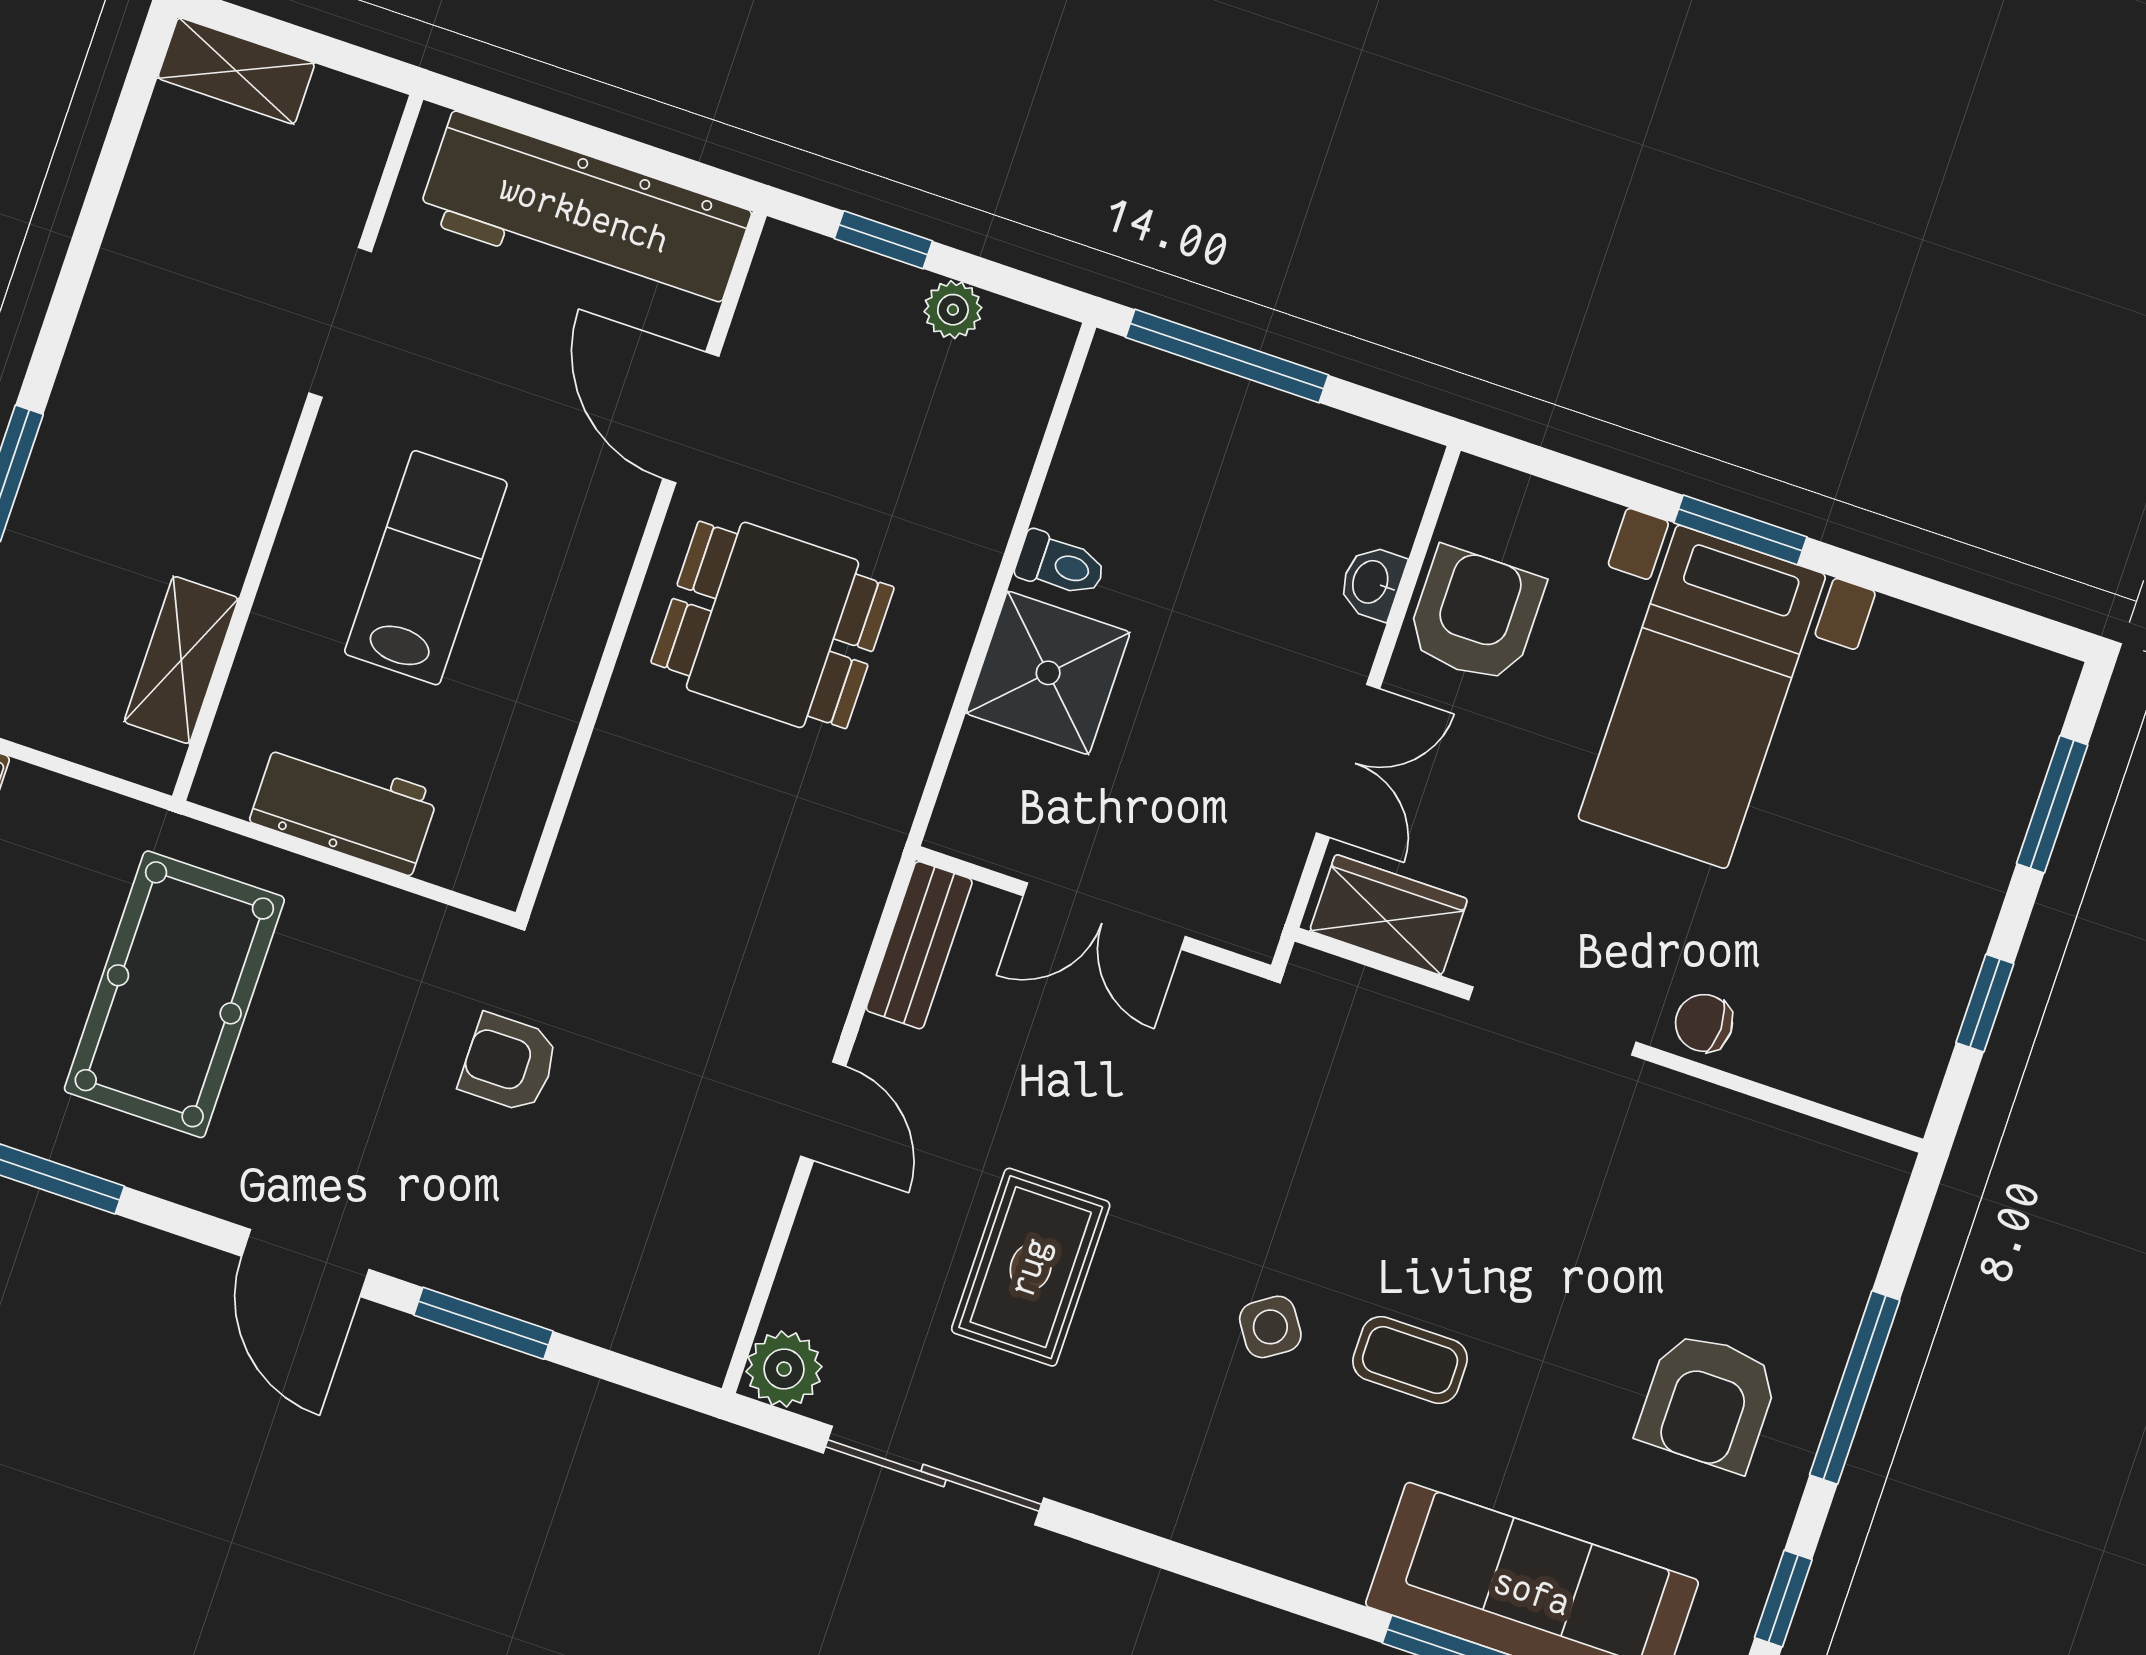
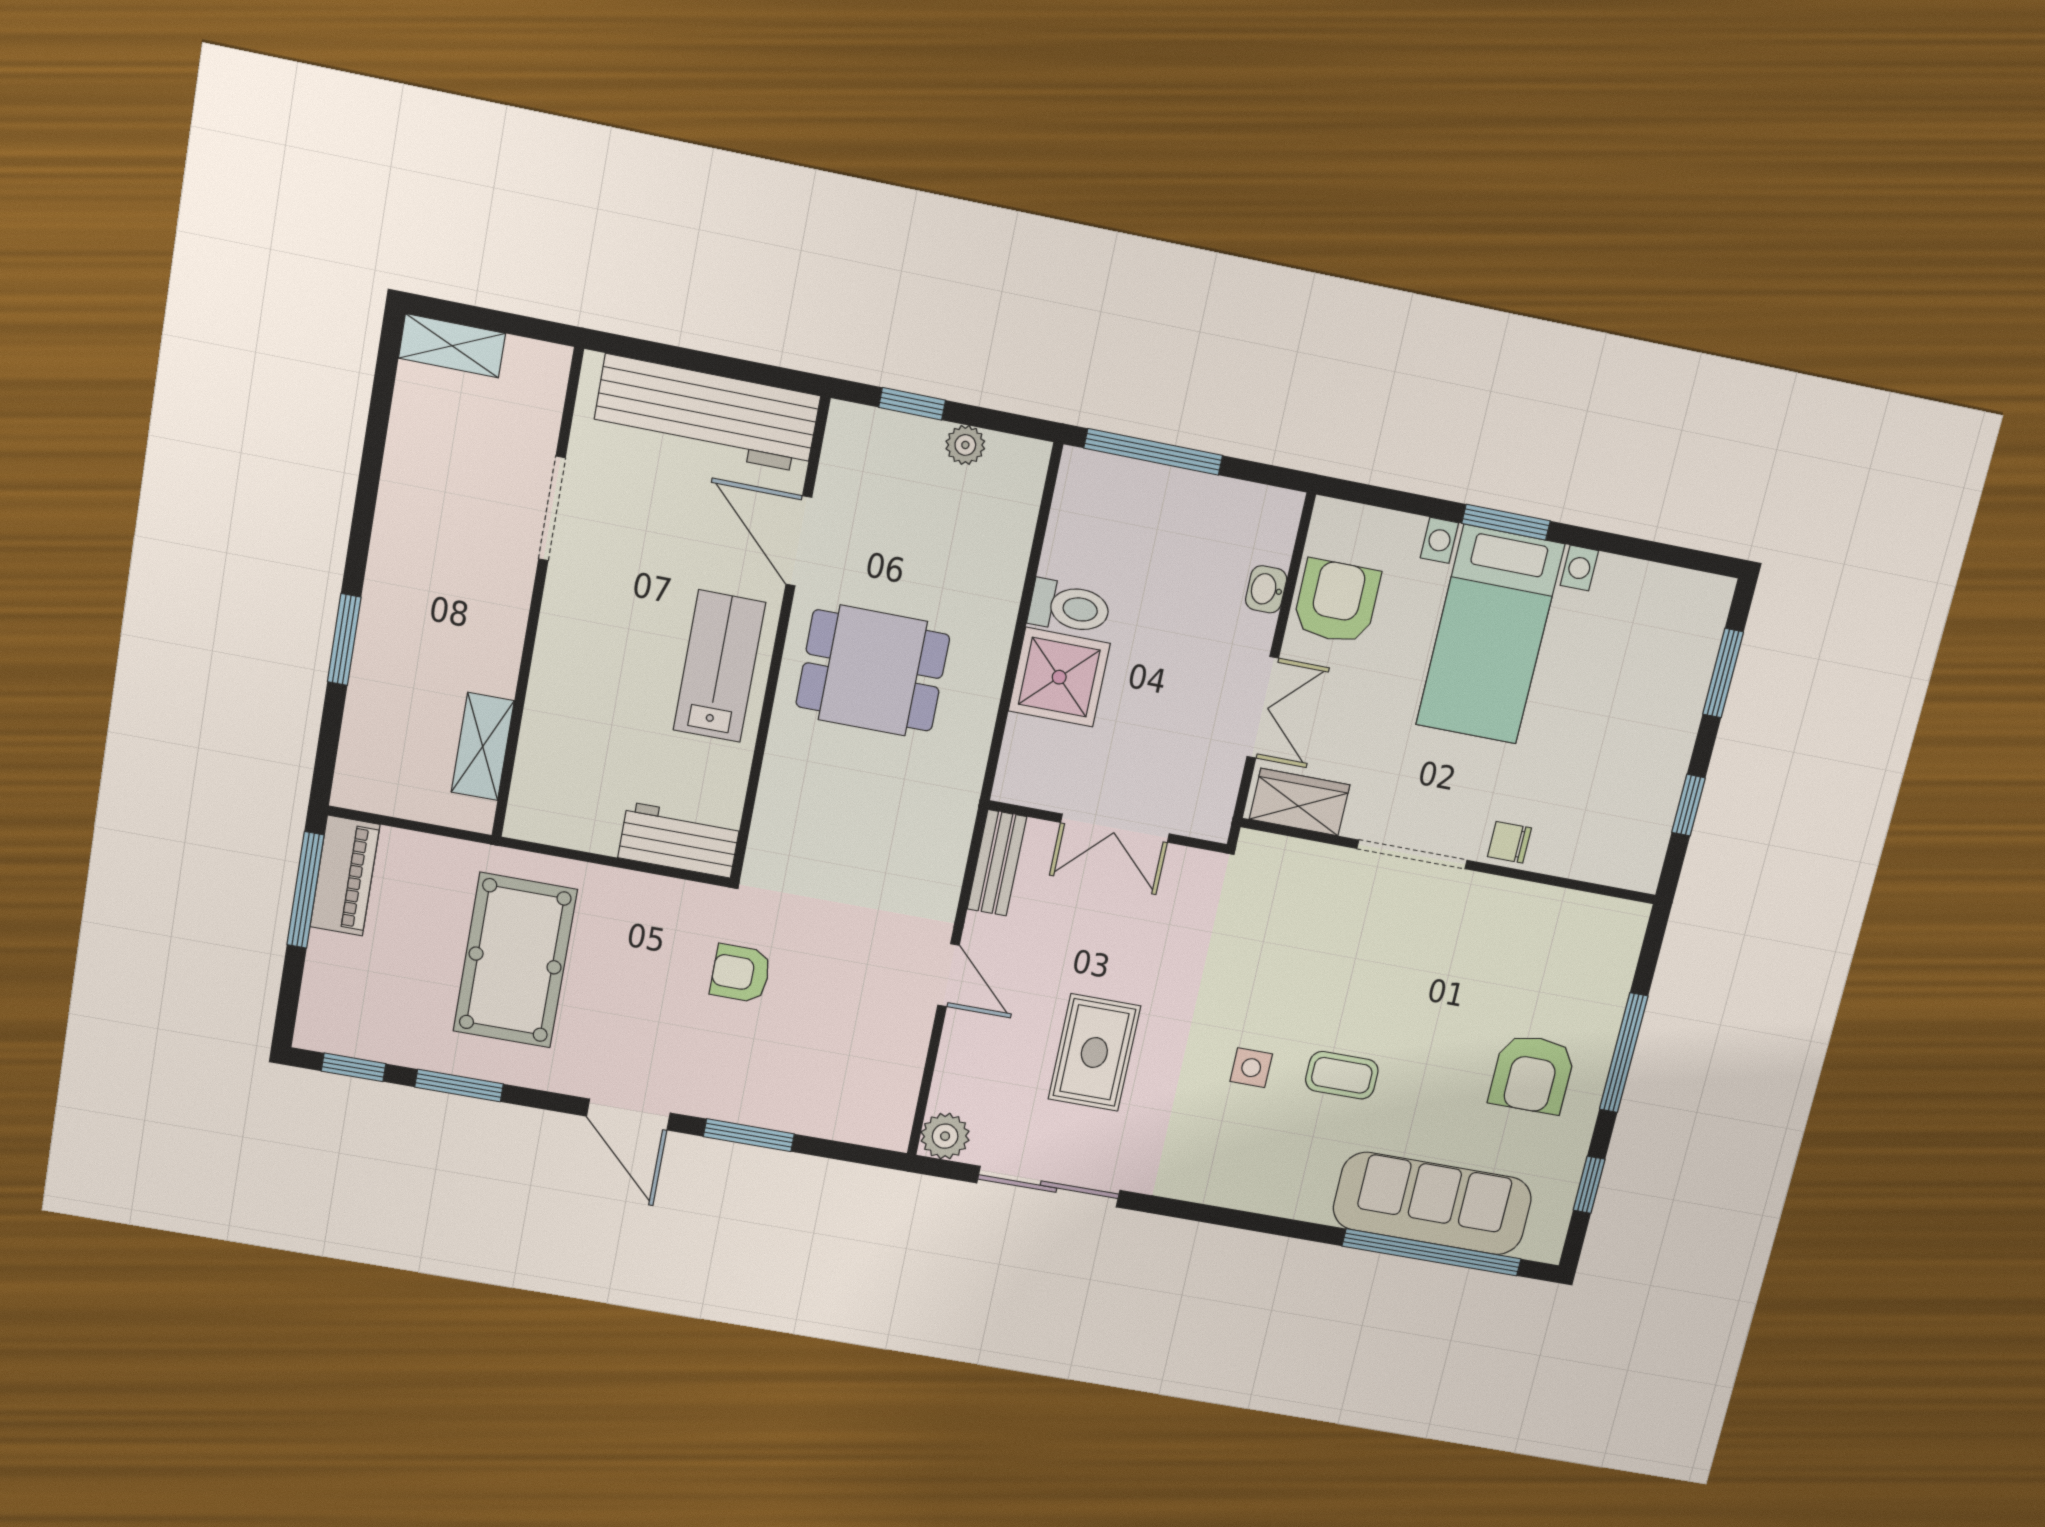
toilet: (1061, 565) -> (1069, 607), width x1.37, depth x1.39
lab bench: (426, 568) -> (719, 666), moved
workbench: (344, 807) -> (679, 840), moved
side table: (1270, 1327) -> (1251, 1068), turned 34

